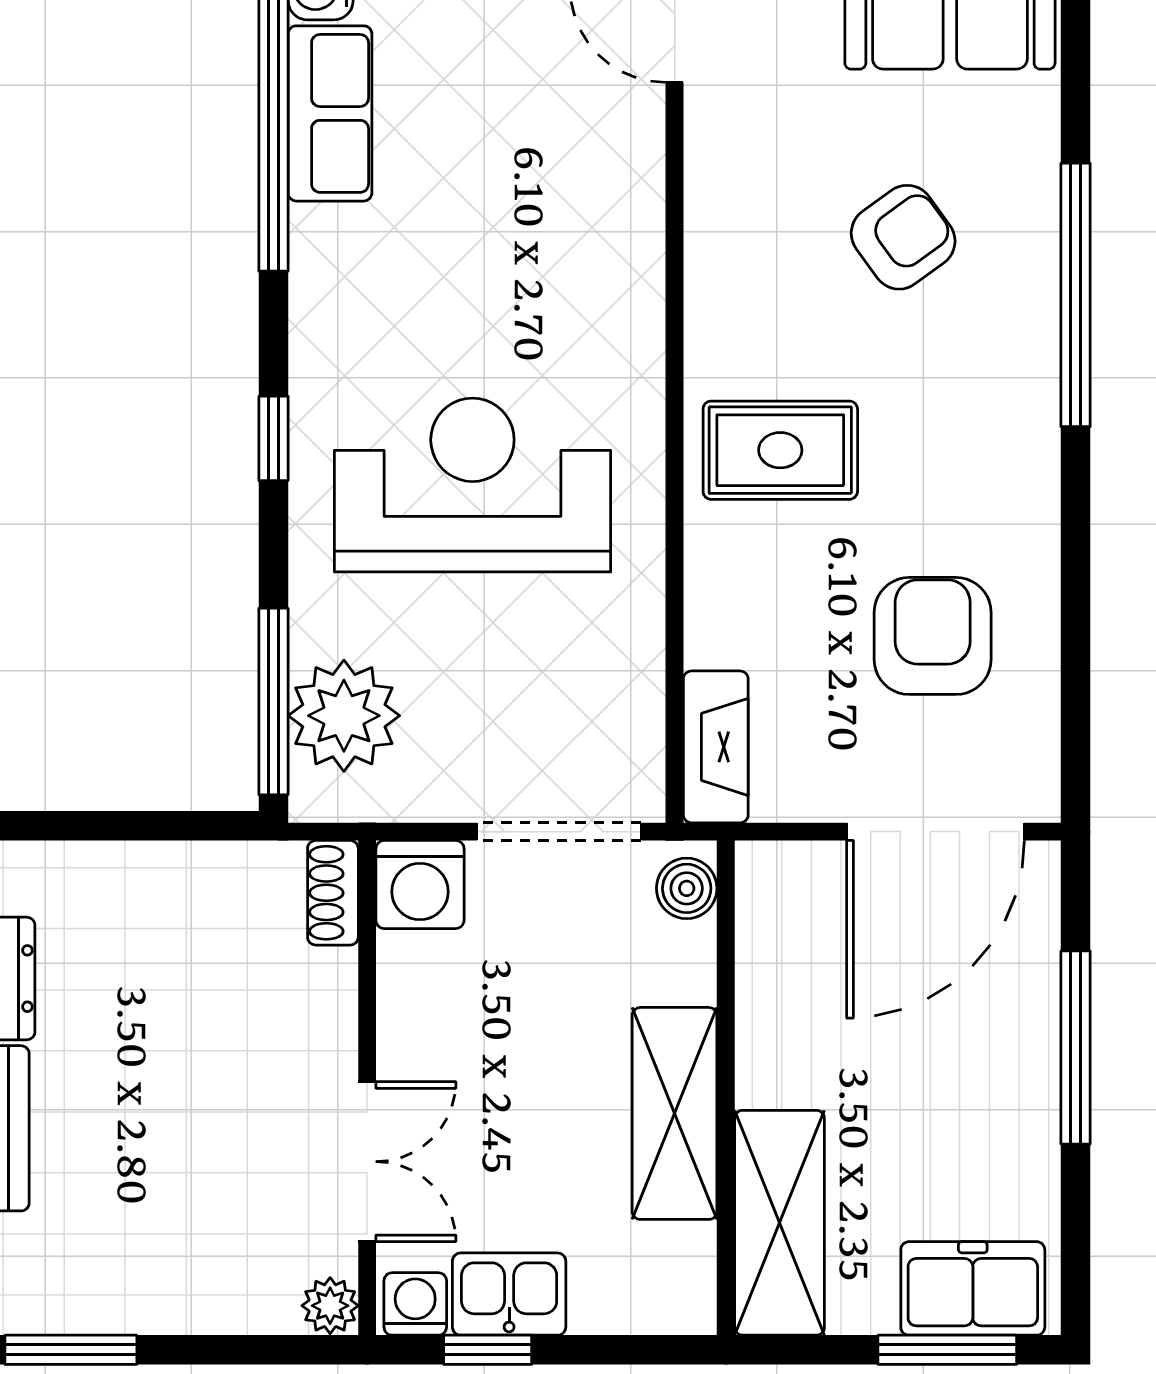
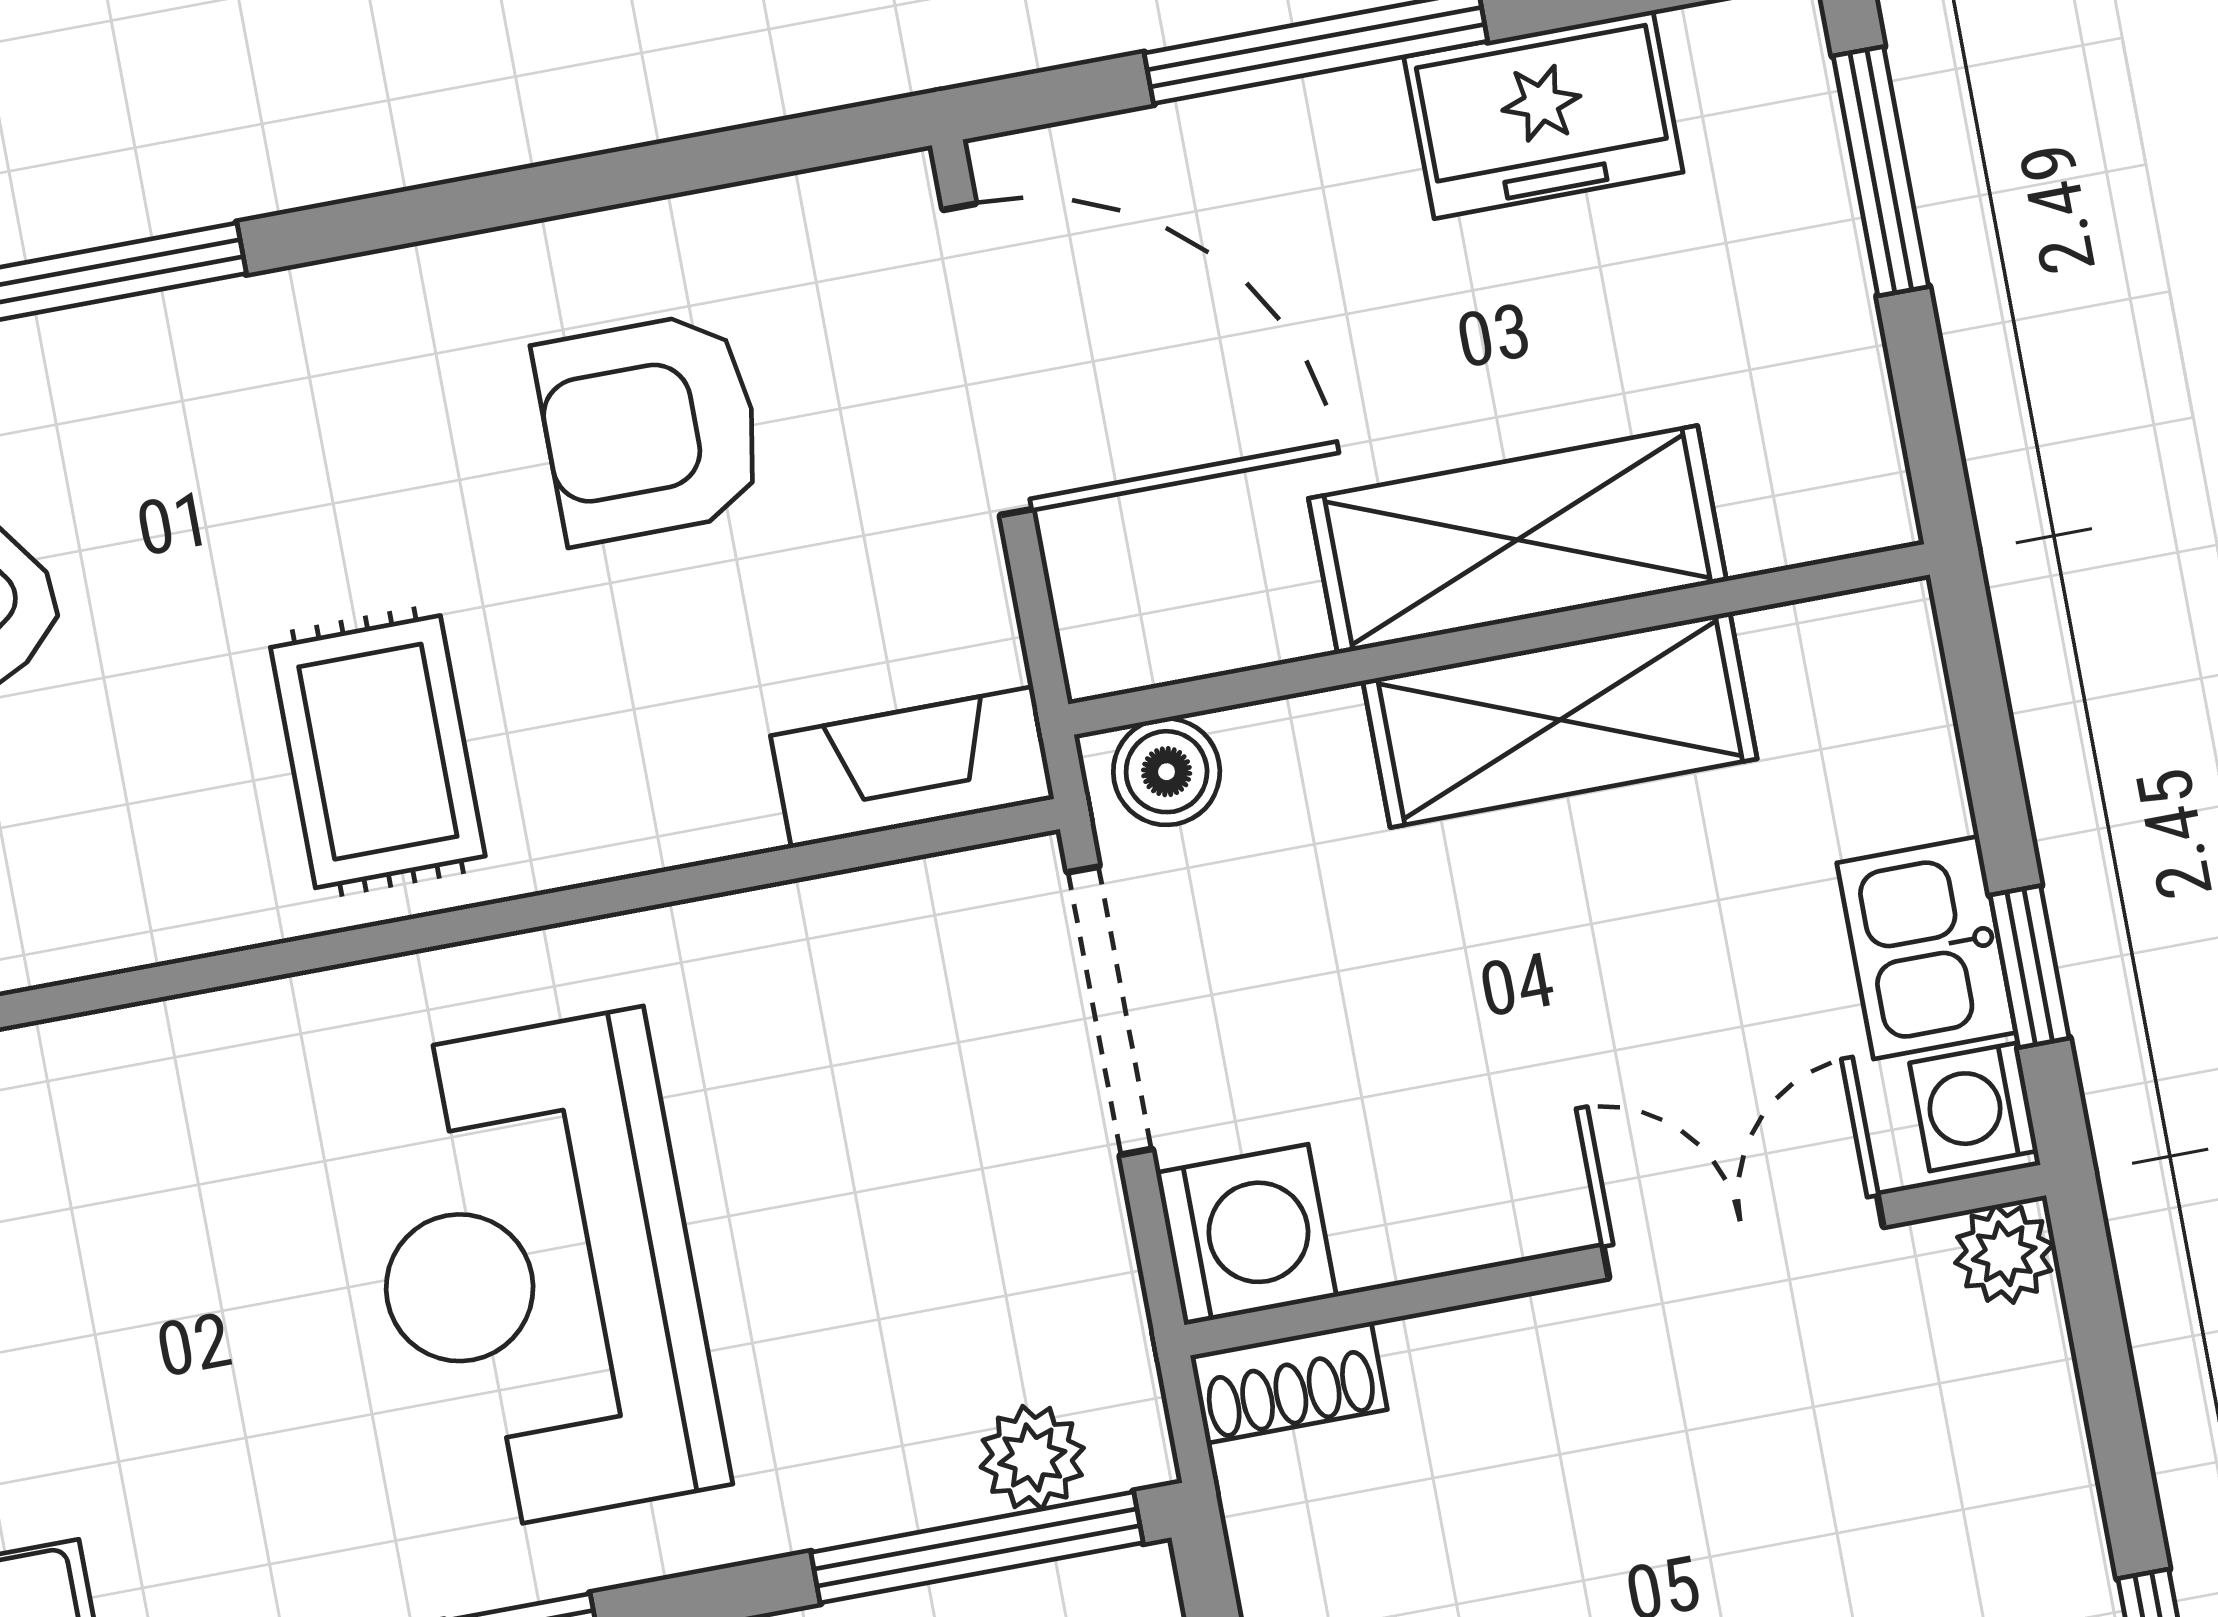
plant: (344, 716) -> (1032, 1458), width x0.53, depth x0.53
shelving: (780, 1223) -> (1518, 540), moved
freezer: (973, 1288) -> (1543, 115), moved, turned -90

